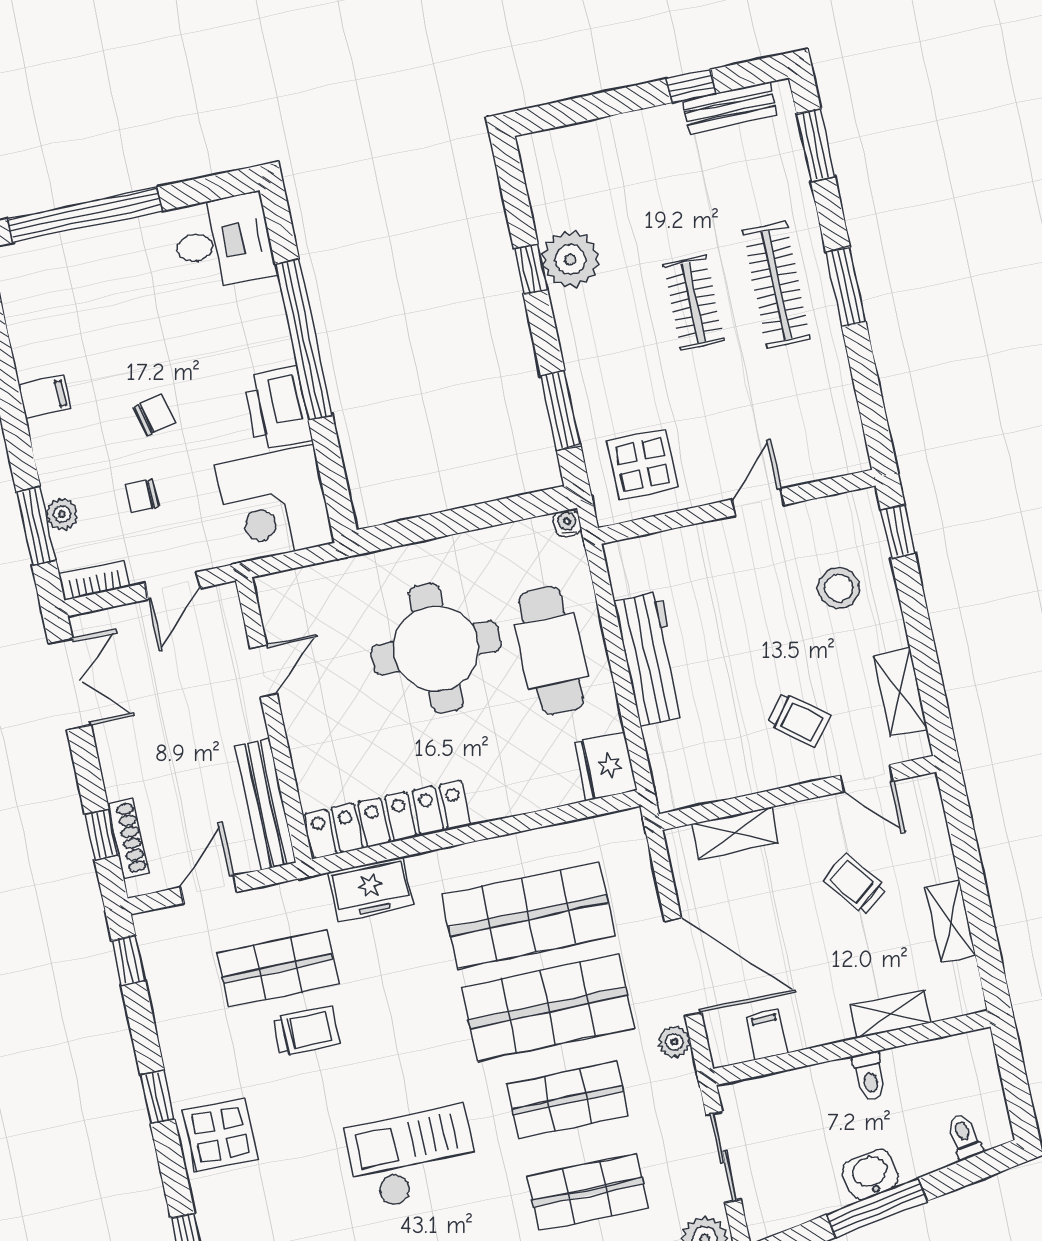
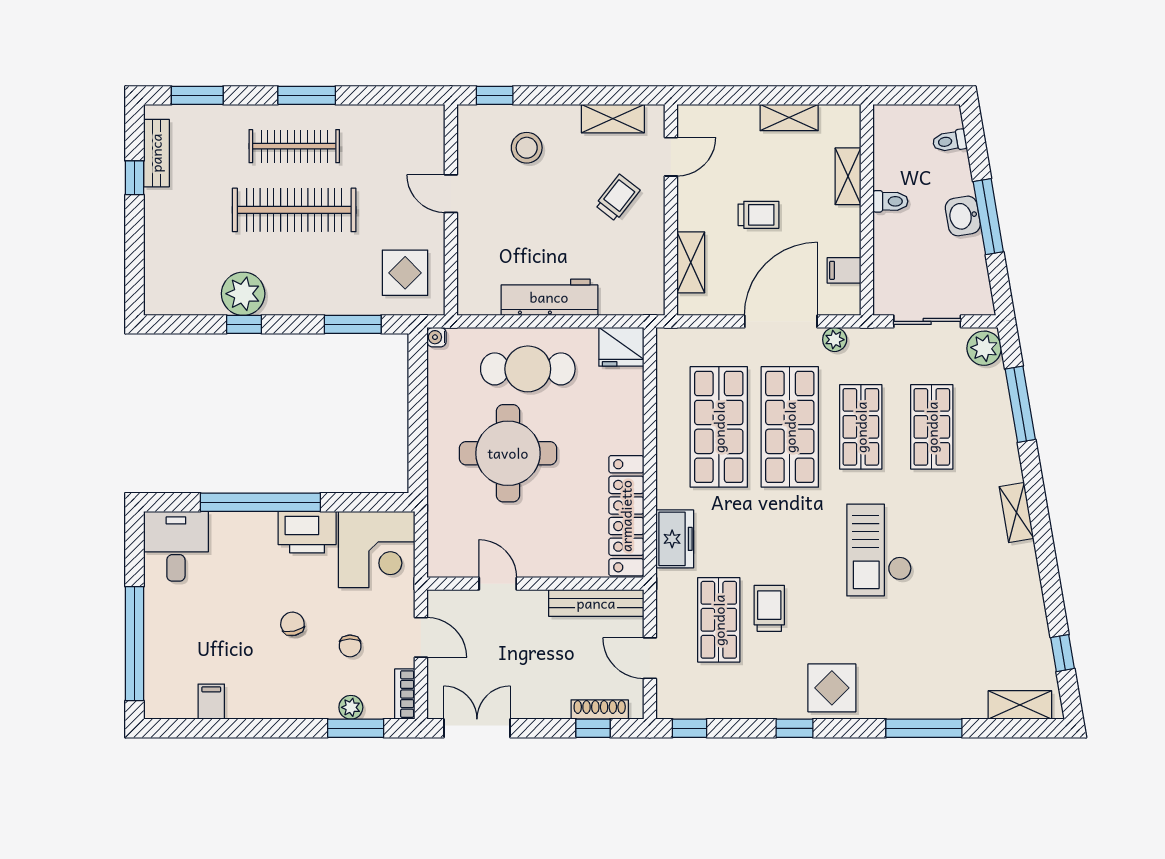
clothes rail: (693, 303) -> (294, 210), width x1.86, depth x1.31
filing cabinet: (45, 397) -> (211, 702), moved
trolley: (855, 884) -> (758, 215), moved, turned -143

